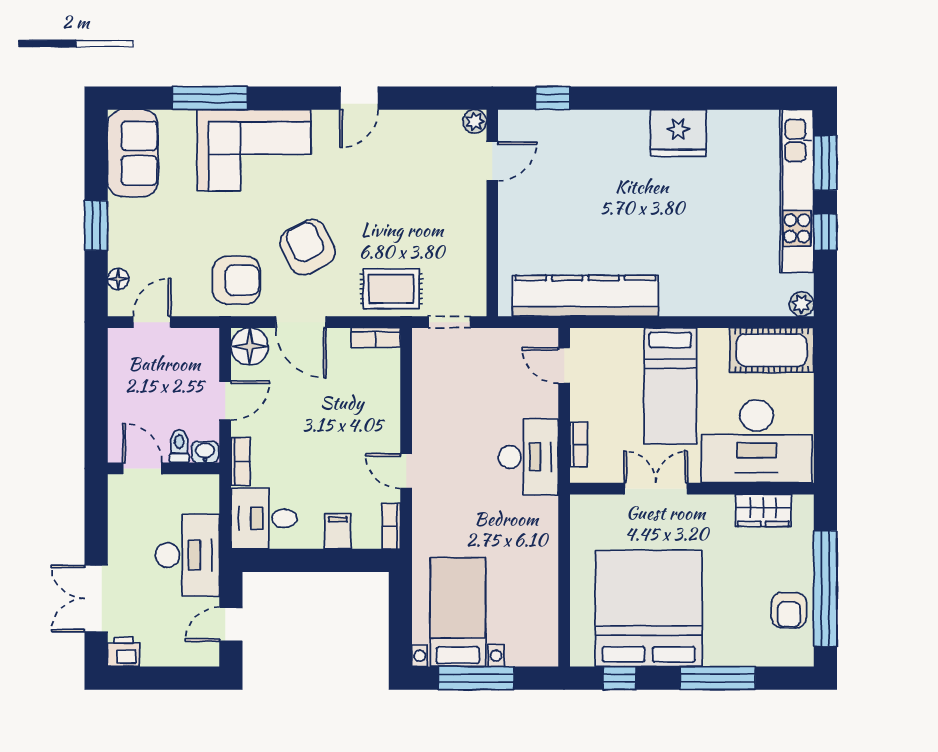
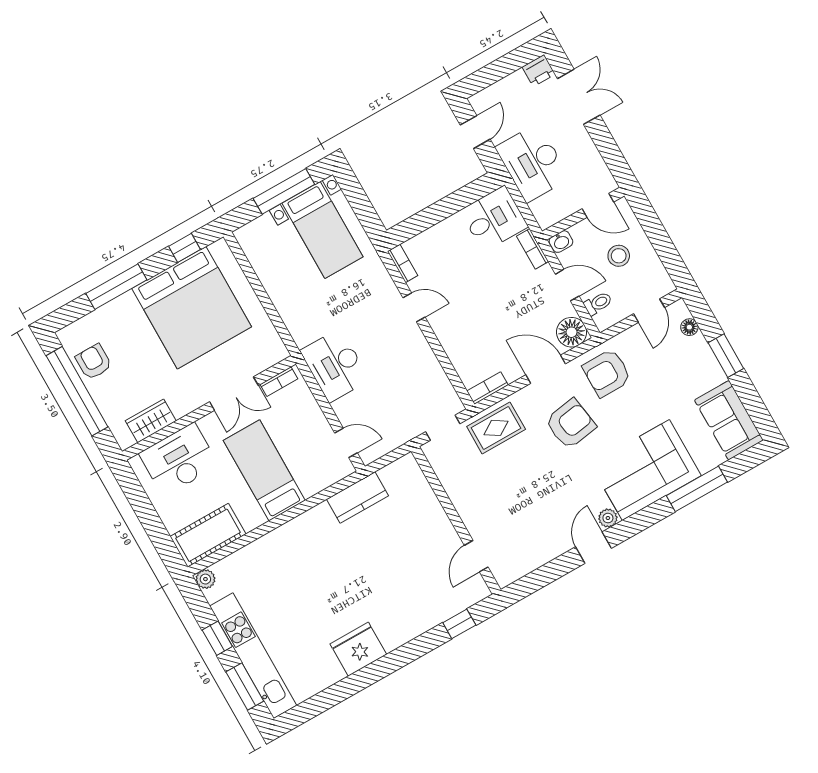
plant: (475, 121) -> (608, 518), moved
armchair: (308, 247) -> (570, 424), turned -72
kitchen counter: (585, 296) -> (358, 498), width x0.48, depth x0.86
stool: (151, 401) -> (619, 256), added
door: (225, 401) -> (567, 285), swing flipped
desk: (757, 441) -> (179, 459), width x0.73, depth x0.77
bookcase: (579, 444) -> (279, 382), moved, turned -90
toilet: (179, 446) -> (598, 303), moved, turned -90
filing cabinet: (338, 532) -> (437, 239), removed

